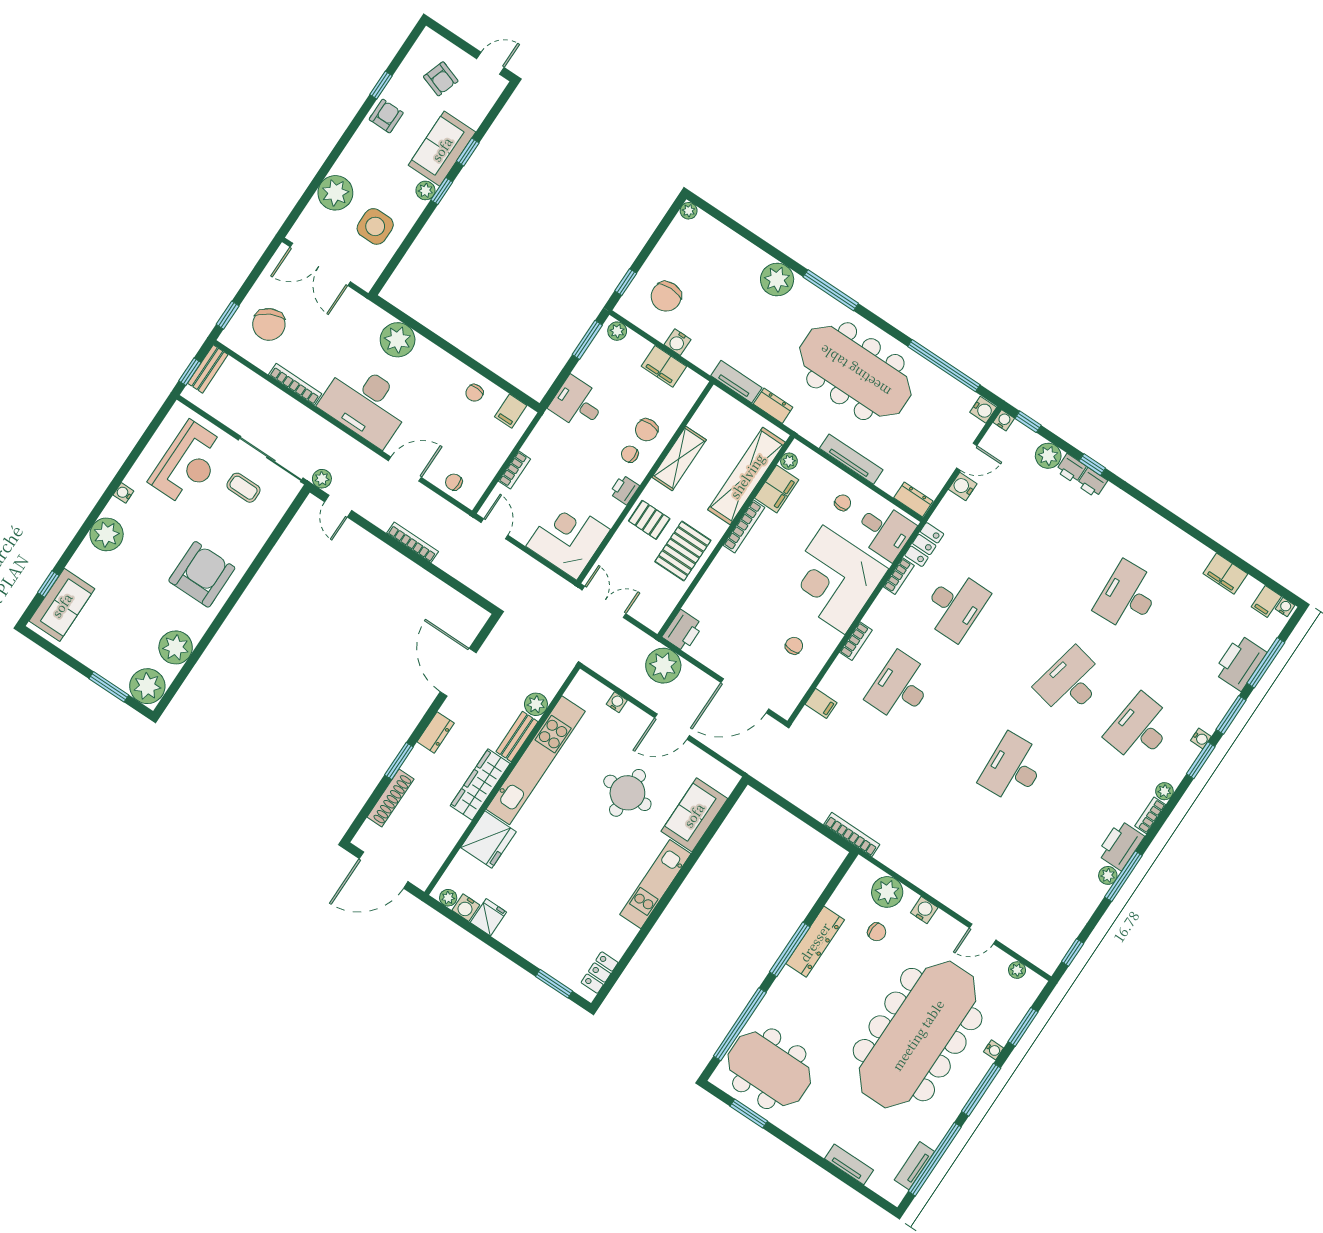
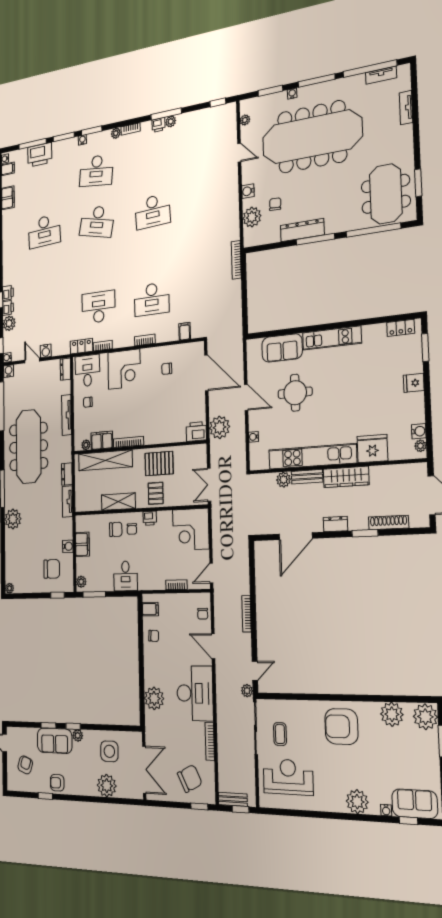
water cooler: (123, 493) -> (386, 810), moved
corner desk: (834, 580) -> (124, 369), width x0.74, depth x0.74
printer: (1120, 845) -> (159, 125), width x0.53, depth x0.68
fridge: (488, 917) -> (414, 383), moved

